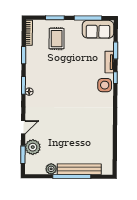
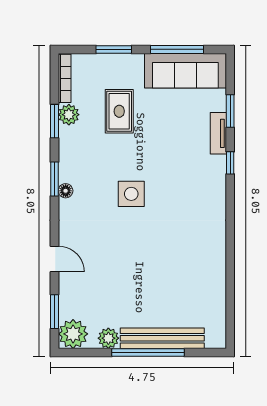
sofa: (98, 29) -> (185, 71), width x1.36
rug: (57, 39) -> (119, 111), moved
plant: (31, 52) -> (69, 115), added
side table: (105, 85) -> (131, 194), moved
door: (23, 127) -> (54, 259), hinge flipped
plant: (33, 147) -> (73, 334), moved

